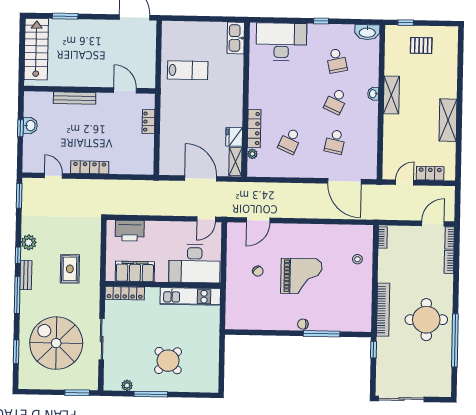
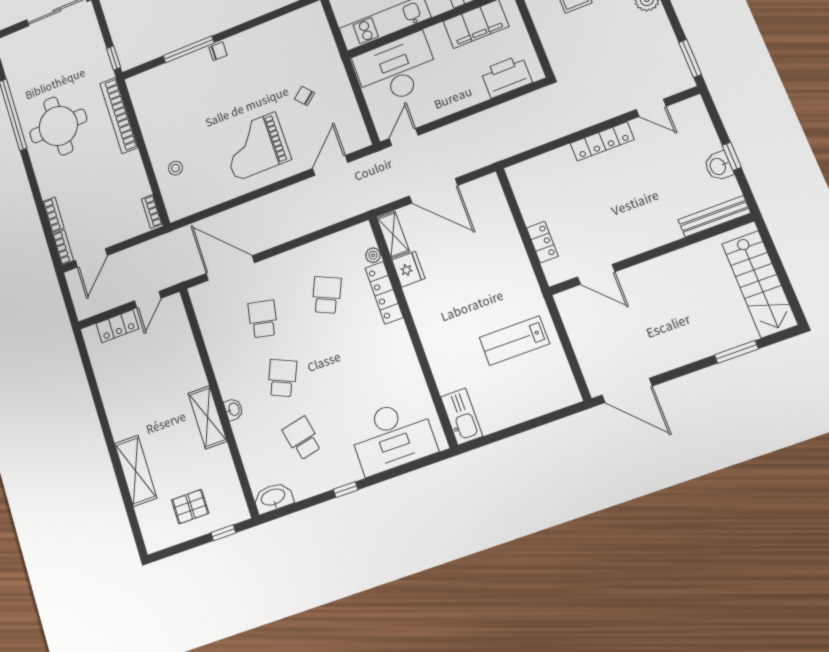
bench: (75, 98) -> (714, 216), moved
shelving: (448, 120) -> (136, 471), moved
grand piano: (301, 276) -> (255, 146), moved

